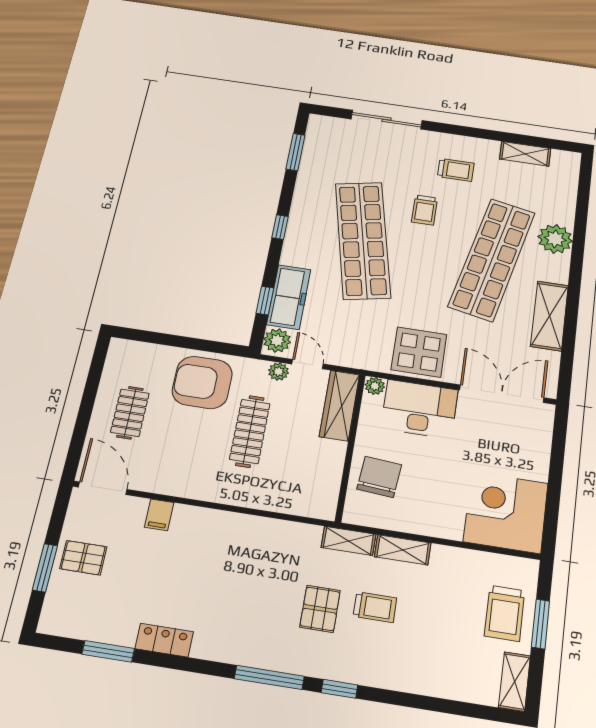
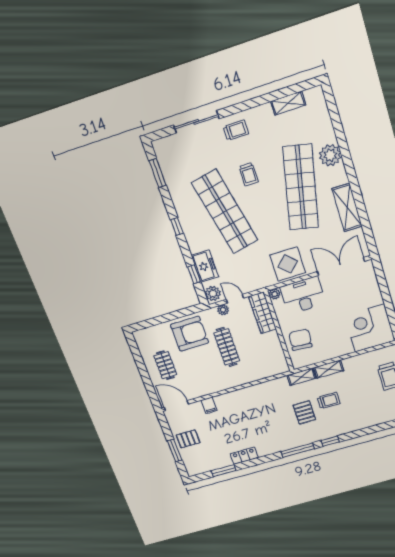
trolley: (456, 170) -> (236, 130), moved
freezer: (289, 297) -> (205, 266), width x0.71
armchair: (202, 382) -> (190, 334), turned 180

